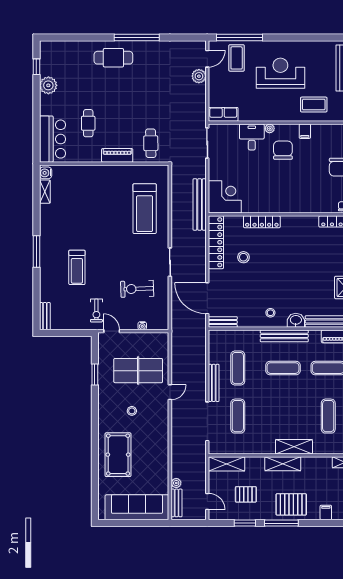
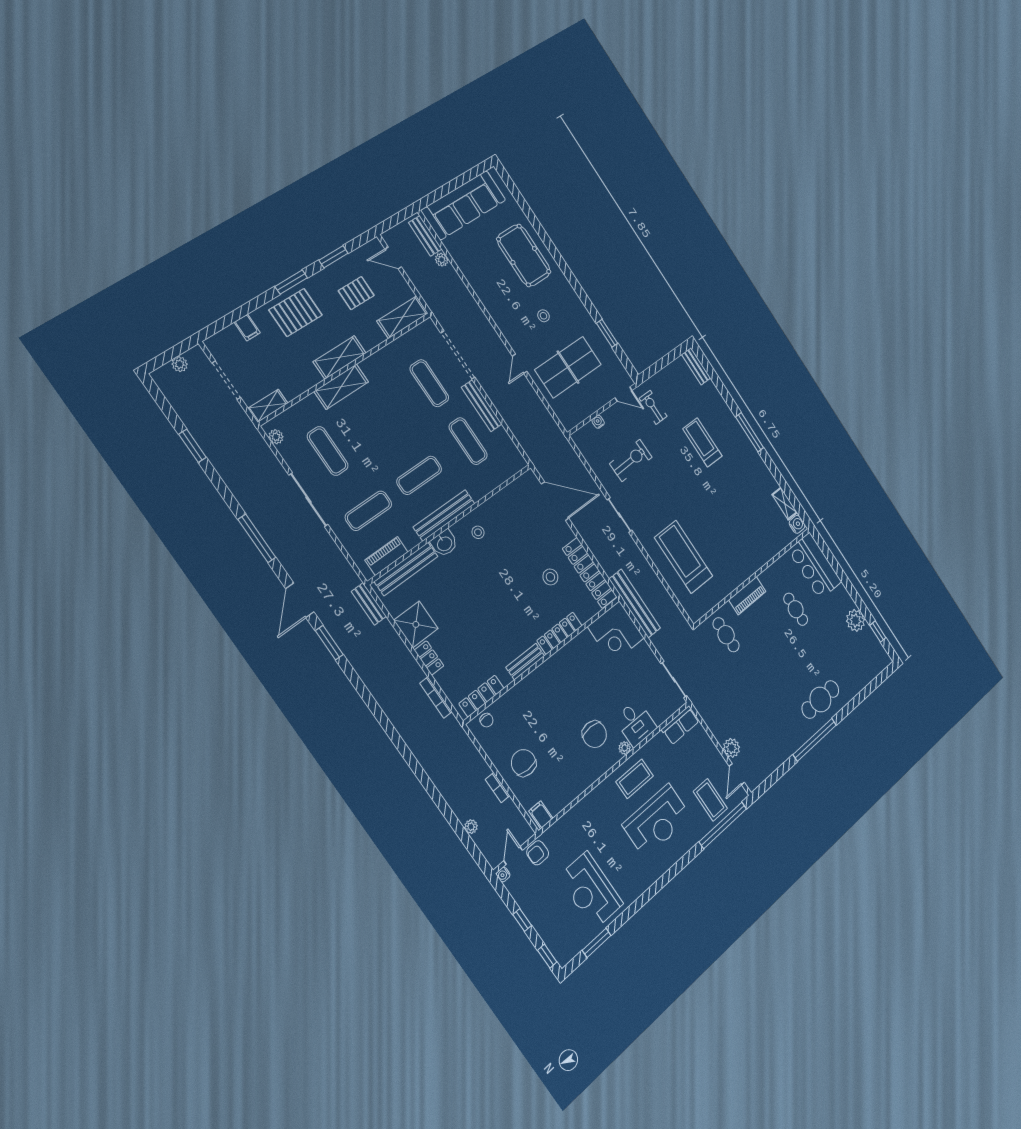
coffee table: (314, 105) -> (635, 779), moved
filing cabinet: (305, 131) -> (587, 775), removed
bench: (223, 322) -> (525, 662), moved
window: (281, 523) -> (291, 282), width x0.69

